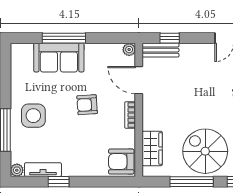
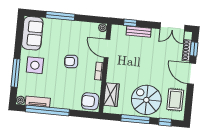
bench: (160, 50) -> (139, 32), moved
sofa: (59, 58) -> (32, 33), moved, turned -90
window: (59, 182) -> (47, 111), width x3.17

